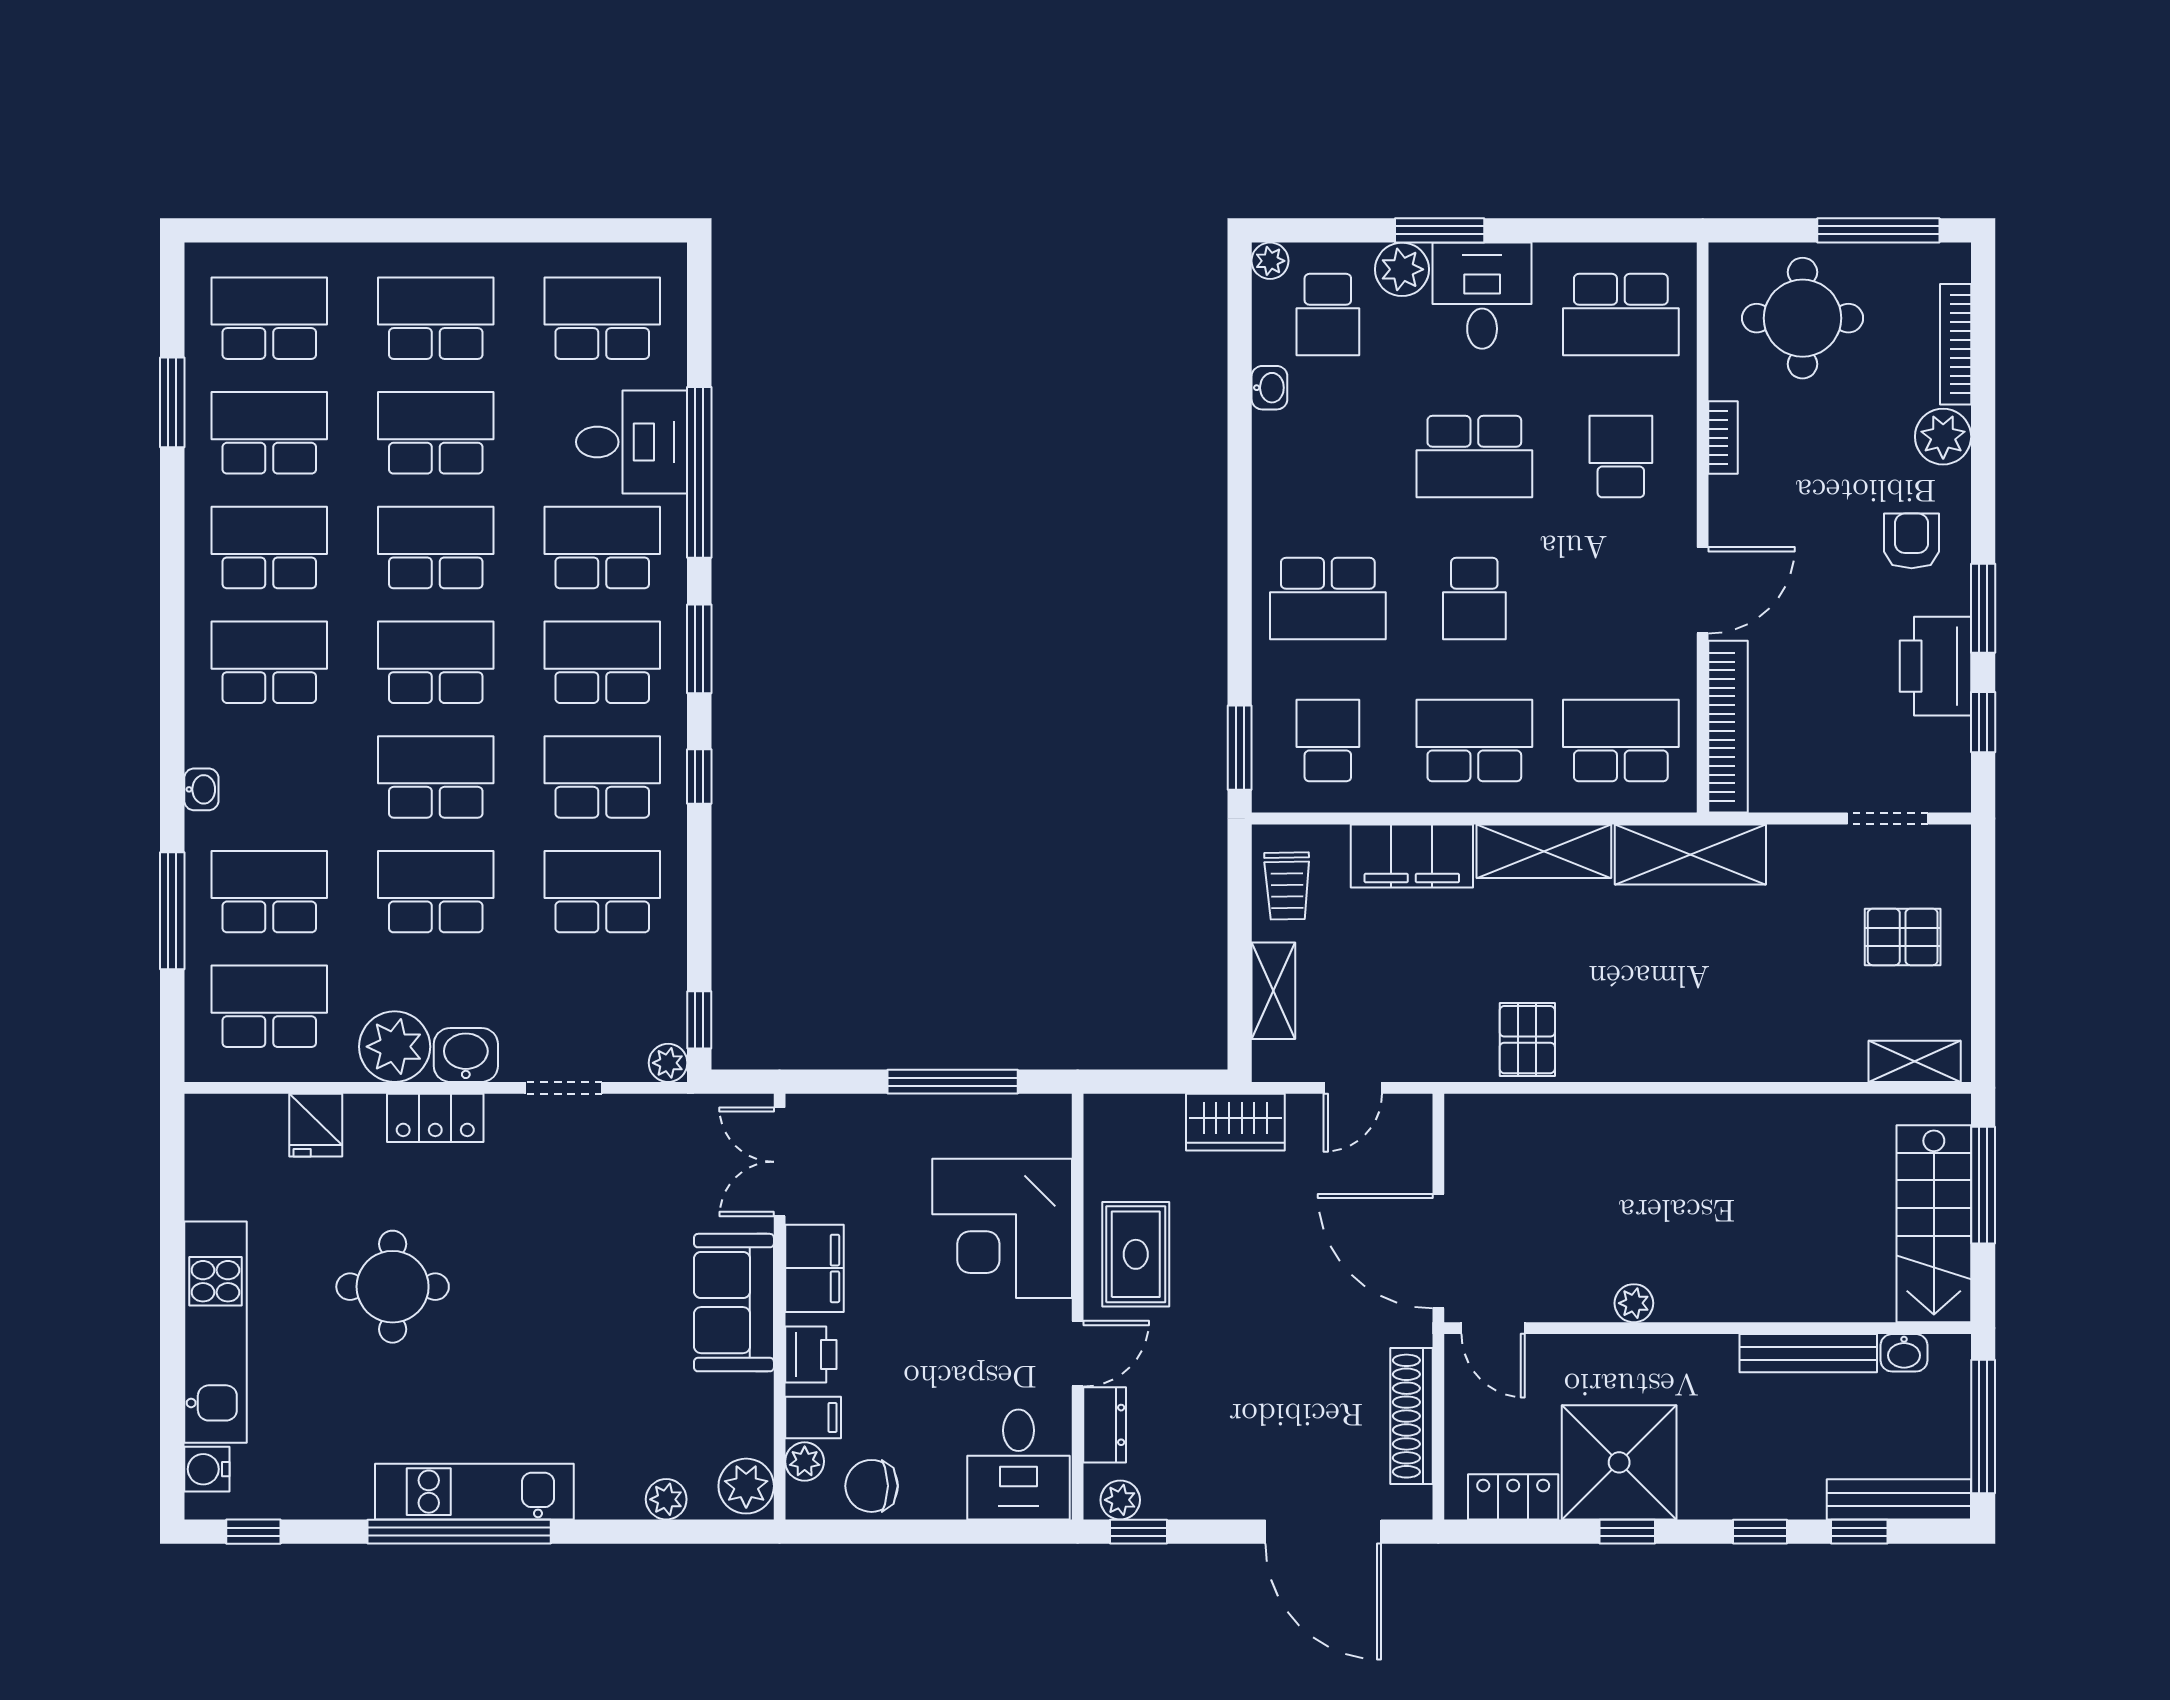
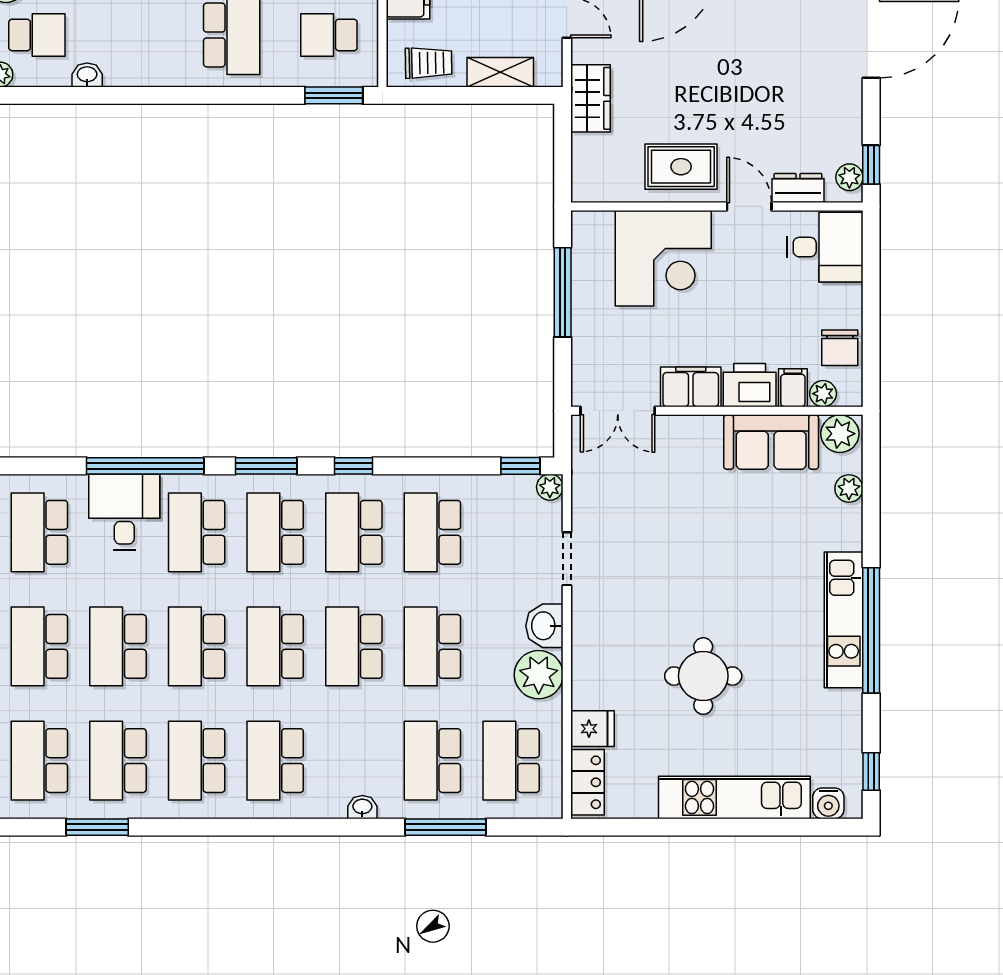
locker: (435, 1118) -> (587, 782), moved
sofa: (734, 1303) -> (771, 442), moved
printer: (811, 1354) -> (750, 385), width x1.36, depth x1.24

